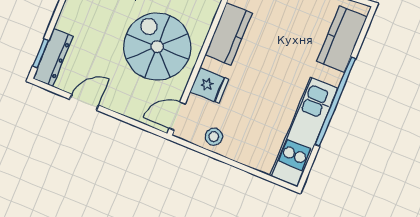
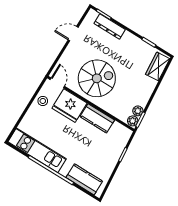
dresser: (53, 57) -> (110, 26), moved
fridge: (209, 85) -> (69, 106), width x1.88, depth x1.34
door: (84, 102) -> (73, 34), swing flipped

